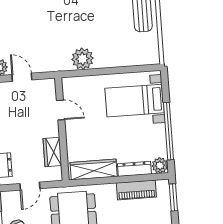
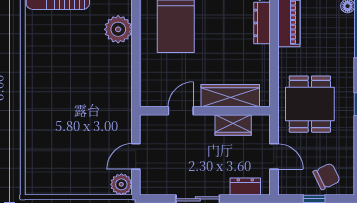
plant: (82, 59) -> (118, 29), moved
wardrobe: (94, 169) -> (230, 96), moved, turned 90

